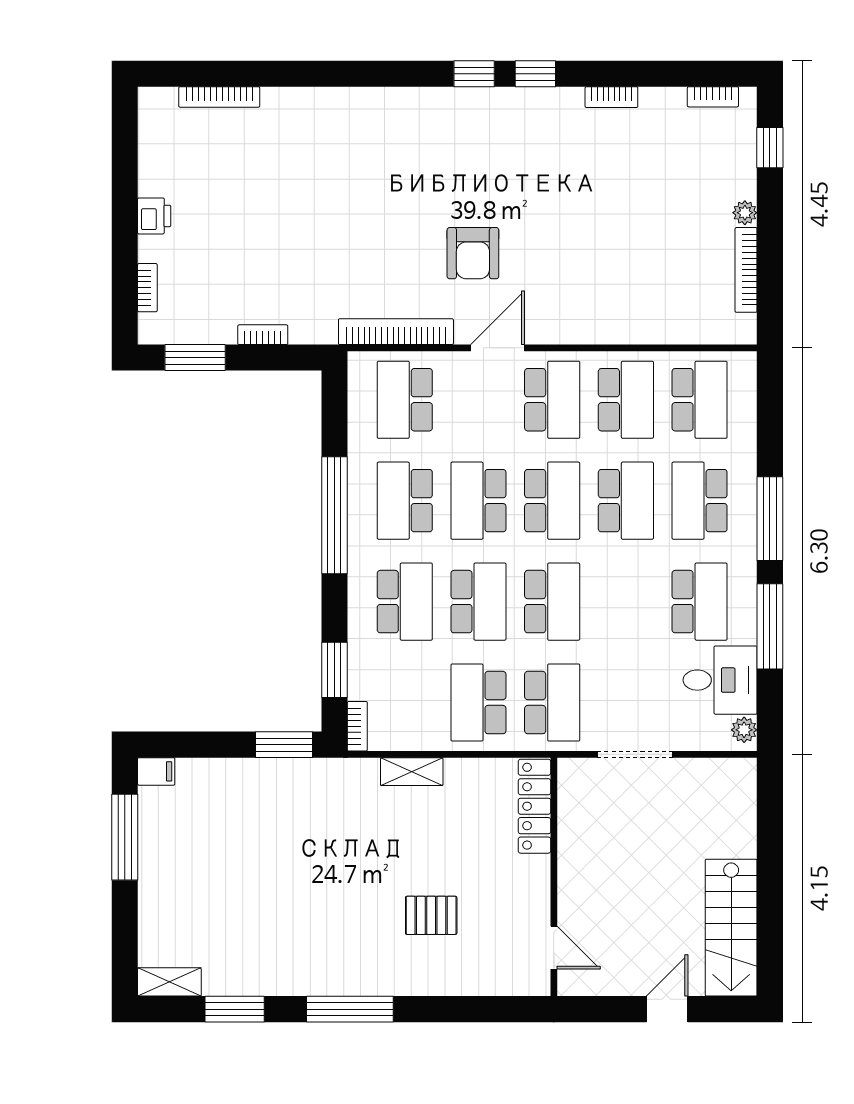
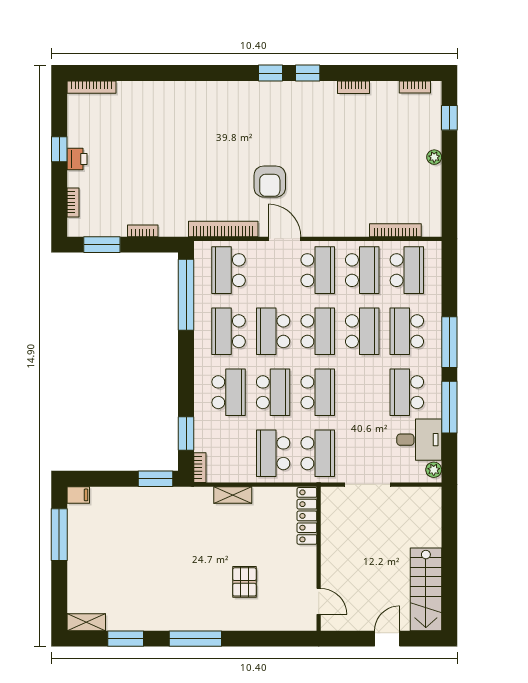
bookcase: (219, 97) -> (91, 87), moved
window: (125, 200) -> (59, 149), added
bookcase: (746, 270) -> (395, 230), moved, turned 90
door: (498, 348) -> (285, 239), hinge flipped
window: (334, 515) -> (186, 295), moved
school desk: (700, 602) -> (407, 392), turned 180
pallet: (431, 915) -> (244, 582), turned 90

